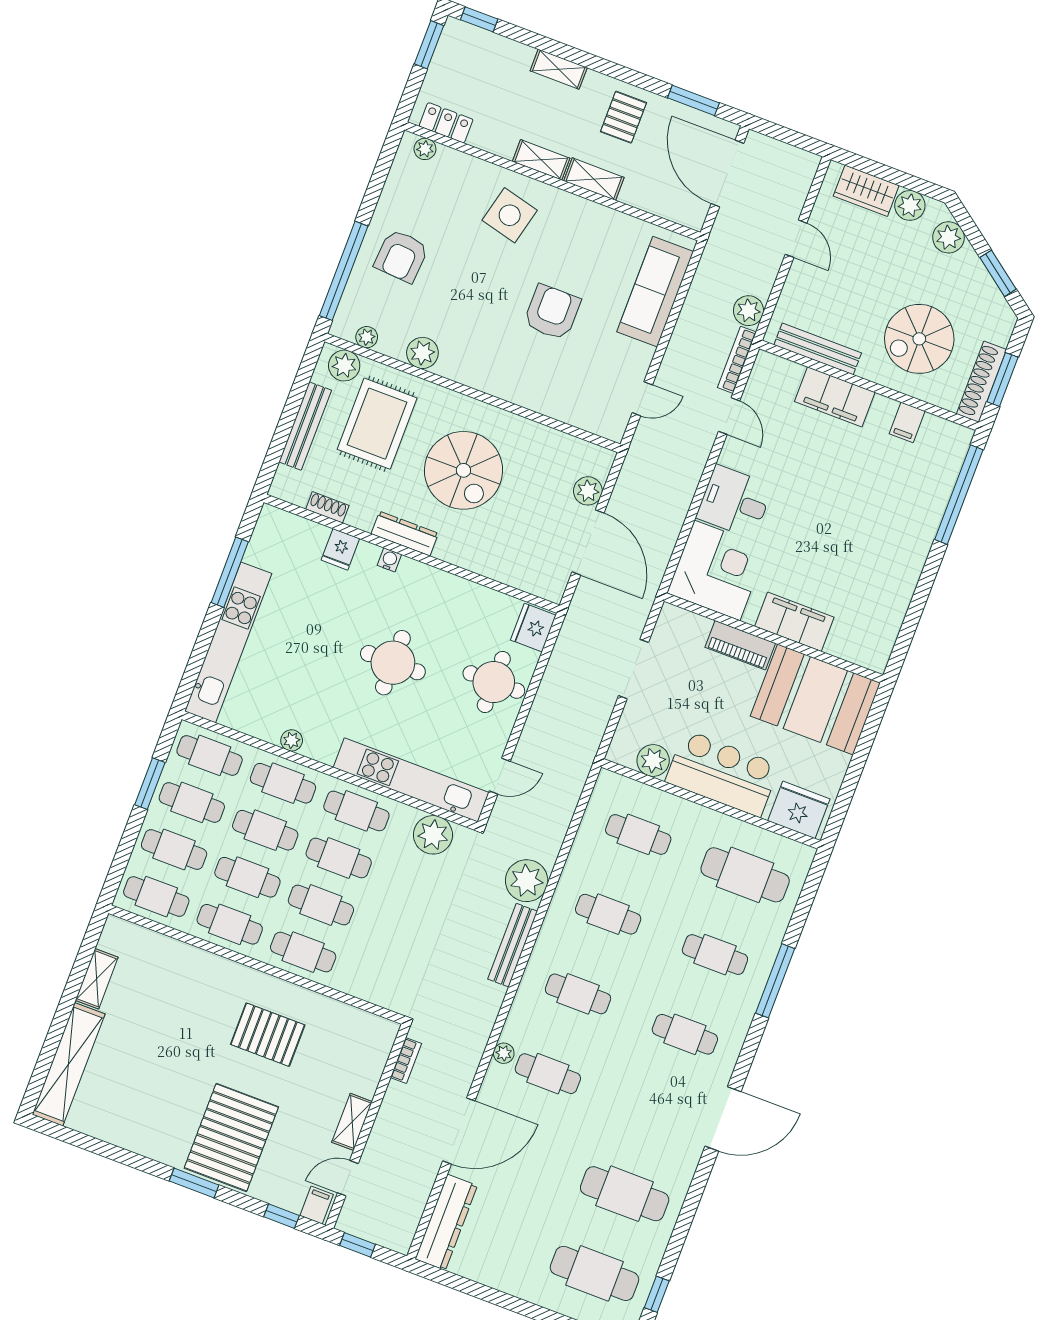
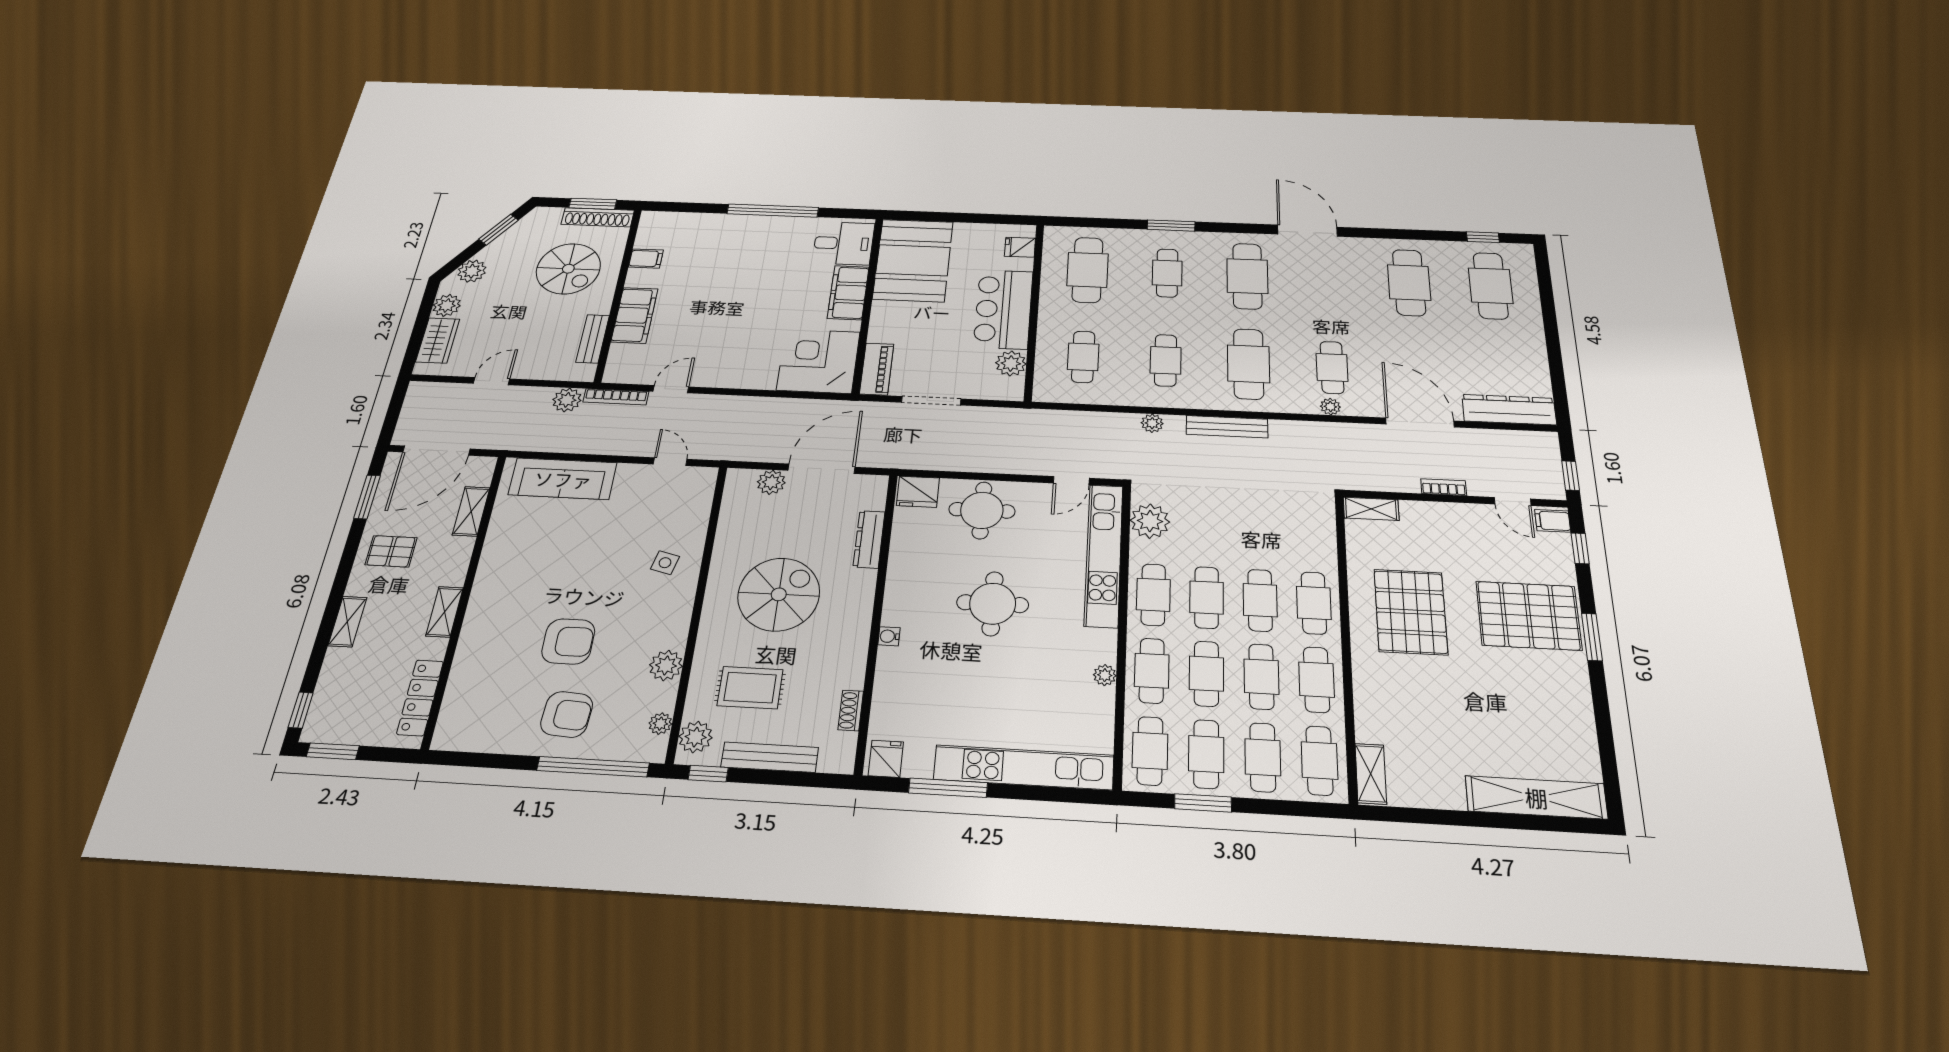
locker: (446, 123) -> (420, 698), width x1.53
plant: (425, 149) -> (447, 724), removed
shelving: (594, 179) -> (471, 511), moved
side table: (510, 215) -> (665, 563), moved, width x0.54, depth x0.54
armchair: (552, 312) -> (568, 641), moved, turned 180
bench: (818, 349) -> (593, 339), width x0.73
window: (306, 370) -> (708, 774), added
rug: (377, 424) -> (750, 688), width x0.73, depth x0.70
window: (959, 495) -> (773, 211), moved
desk: (735, 502) -> (844, 243), moved, turned -90
dresser: (405, 534) -> (869, 539), moved
fridge: (340, 549) -> (886, 759), moved, turned -90
piano: (740, 645) -> (877, 369), moved
door: (500, 776) -> (1071, 481), swing flipped
fridge: (799, 810) -> (1020, 247), width x0.53, depth x0.75
plant: (527, 881) -> (1152, 423), width x0.53, depth x0.53
shelving: (97, 979) -> (1371, 774), moved, turned 90
window: (775, 981) -> (1171, 226), width x0.69
cafe table: (578, 994) -> (1249, 364), width x1.37, depth x1.35
cafe table: (685, 1034) -> (1247, 276), width x1.37, depth x1.35
pallet: (268, 1035) -> (1411, 612), width x1.37, depth x1.41
bookcase: (406, 1060) -> (1444, 487), moved
shelving: (352, 1122) -> (1371, 509), moved

